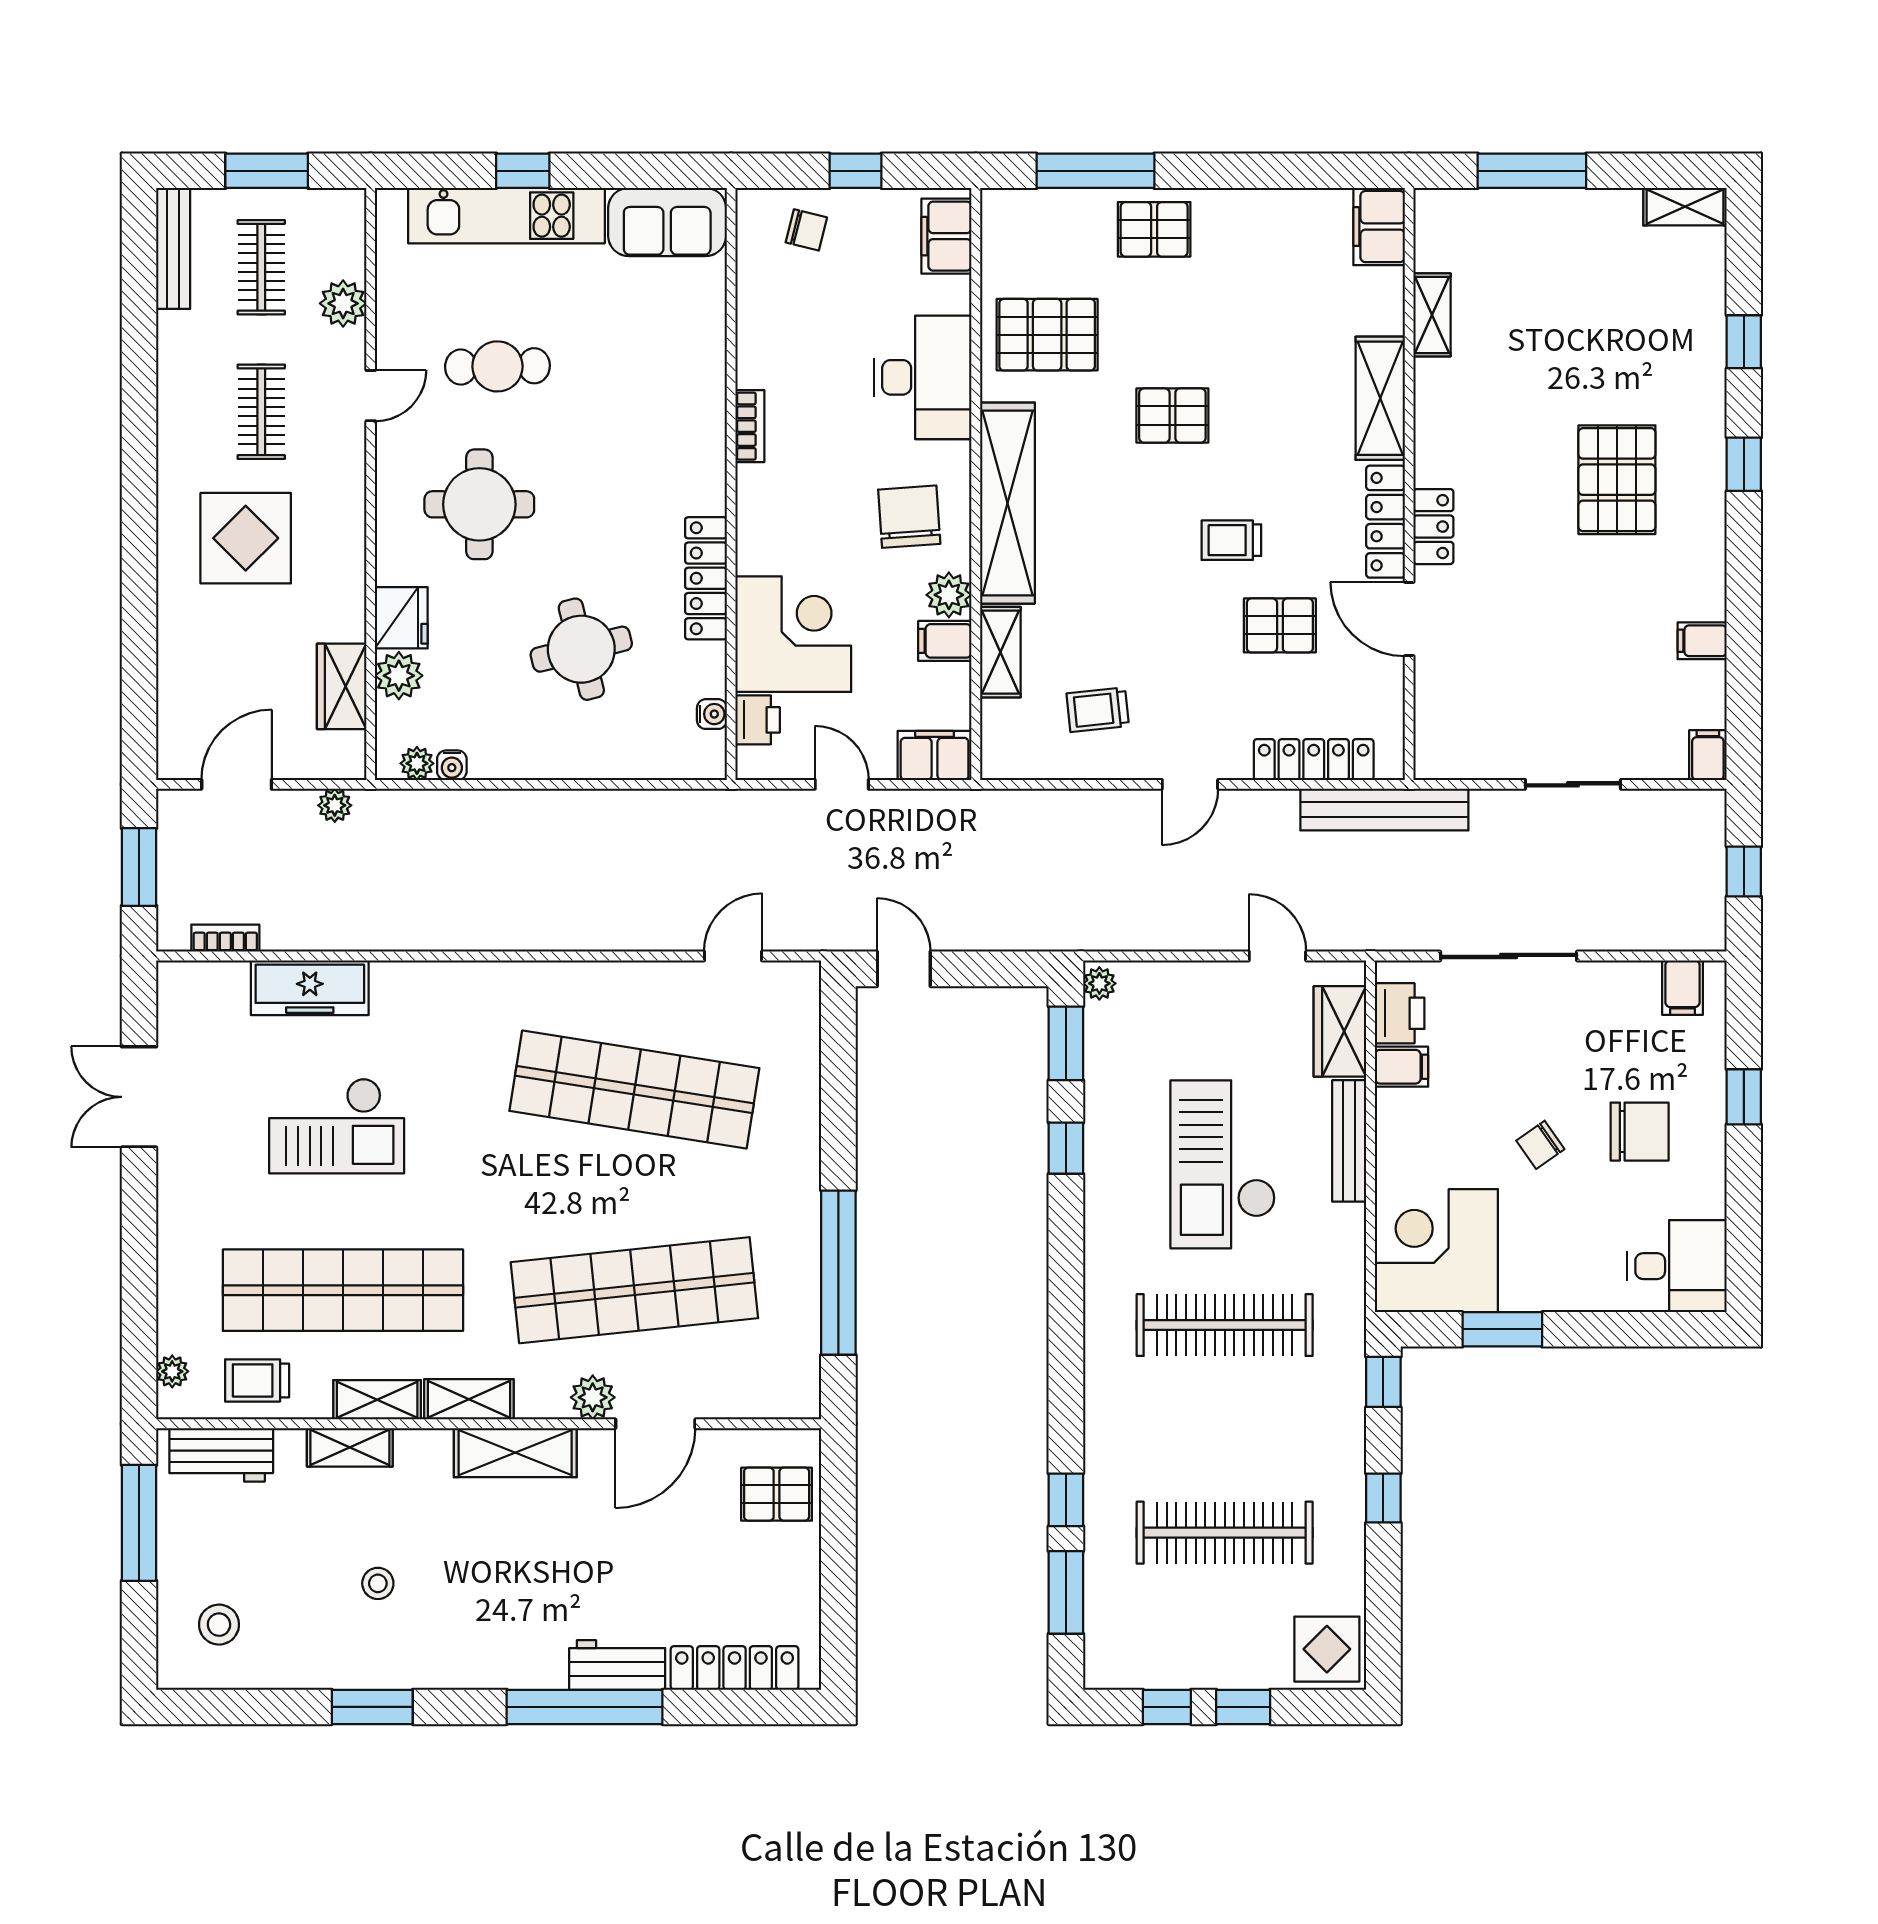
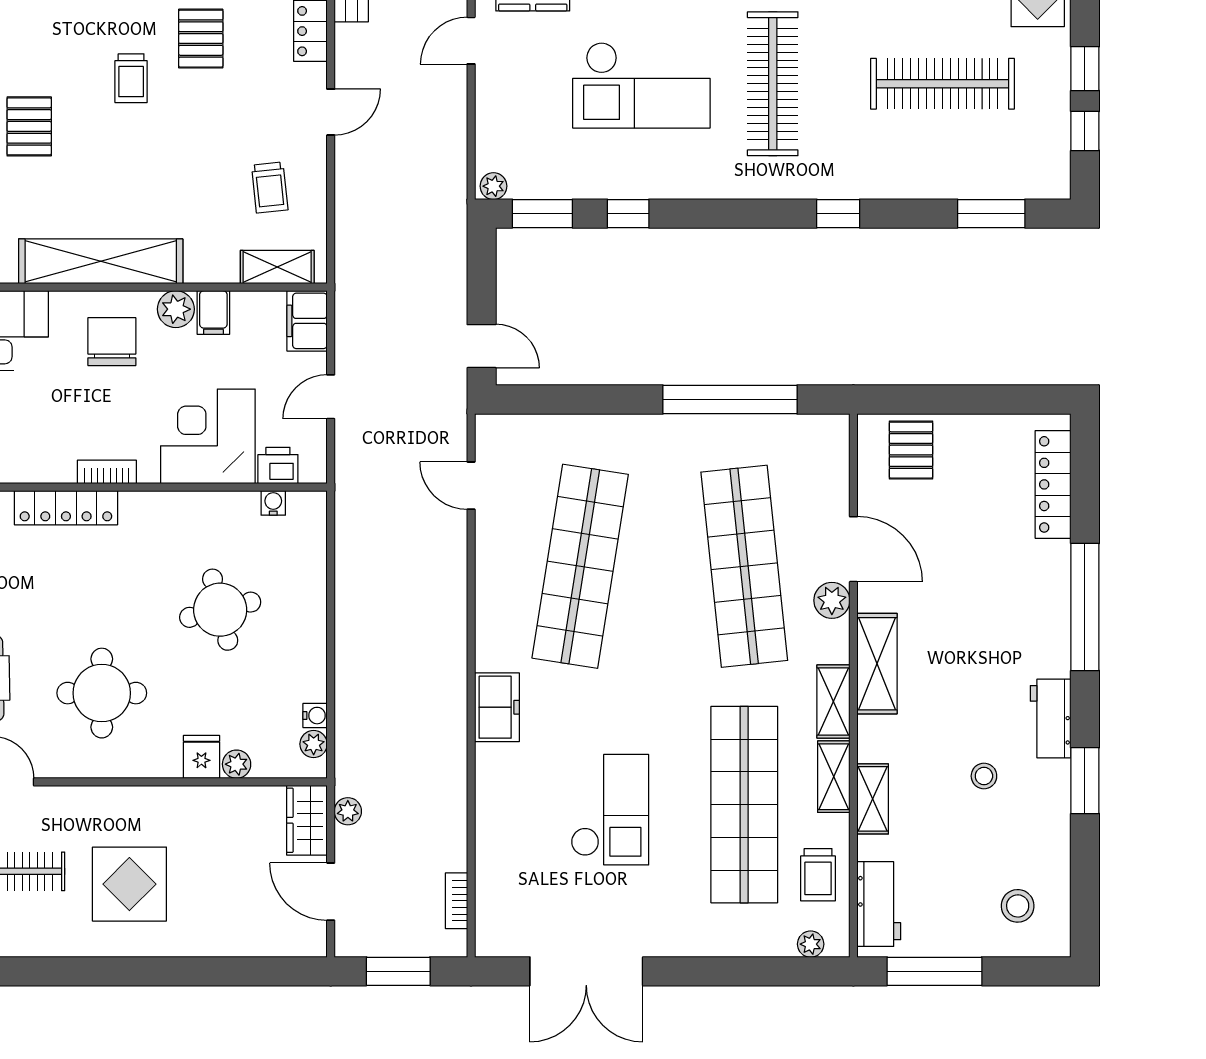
bookcase: (750, 426) -> (107, 472), moved
chair: (909, 517) -> (112, 342), turned 94
locker: (706, 578) -> (66, 508), moved
fridge: (401, 618) -> (201, 757), width x0.72
shelving: (1000, 652) -> (277, 267), moved
plant: (399, 676) -> (237, 764), width x0.73, depth x0.73
wardrobe: (342, 686) -> (307, 820), moved, turned 90
door: (1190, 784) -> (331, 112), hinge flipped
door: (904, 969) -> (482, 346), swing flipped
freezer: (310, 988) -> (497, 707), moved, width x0.71
double door: (139, 1097) -> (586, 971), width x1.37
window: (1066, 1500) -> (838, 214), moved
clothes rail: (1225, 1533) -> (942, 84), turned 90
workbench: (617, 1665) -> (1051, 719), moved

